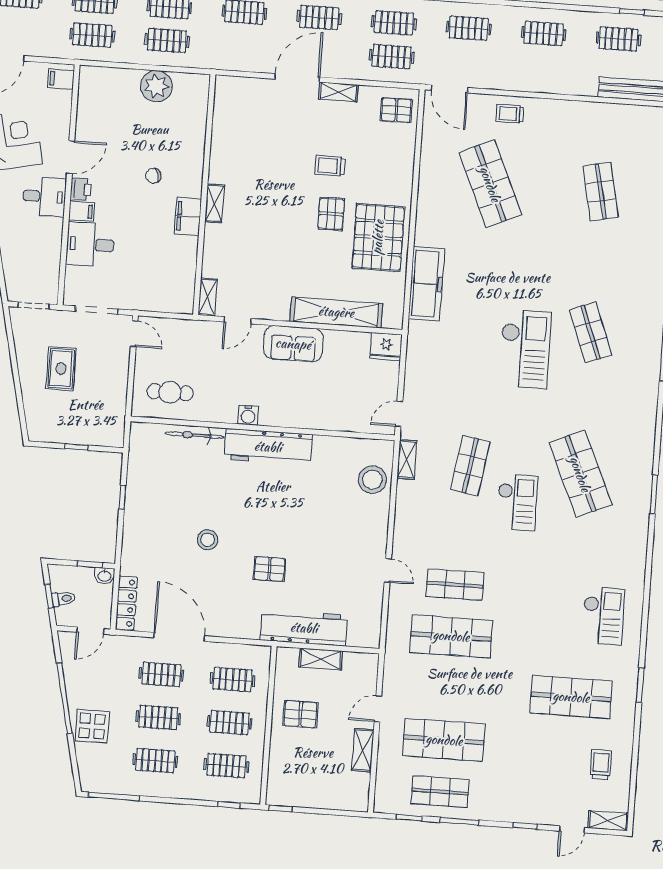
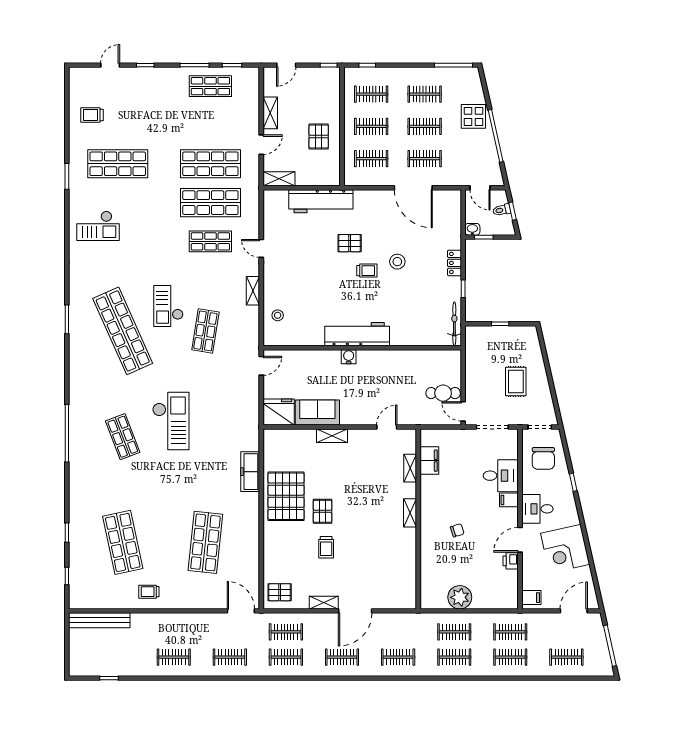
clothes rail: (618, 39) -> (118, 657), removed
trolley: (510, 114) -> (149, 592), moved, turned 180
trolley: (330, 166) -> (326, 547), turned 90
shop shelf: (490, 184) -> (205, 542), turned 30
printer: (81, 189) -> (511, 561), moved
shop shelf: (601, 192) -> (123, 542), width x1.43, depth x1.36
filing cabinet: (188, 216) -> (429, 461), moved
chair: (32, 263) -> (543, 458), added
freezer: (426, 284) -> (250, 472), width x0.73, depth x0.79
shelving: (208, 297) -> (410, 468), moved
shelving: (336, 312) -> (332, 436), width x0.45, depth x0.75
sofa: (293, 344) -> (317, 412), moved
fridge: (386, 347) -> (279, 412), width x1.36, depth x1.34
checkout: (525, 349) -> (171, 421), turned 180
cafe table: (170, 392) -> (443, 393), moved
water cooler: (248, 415) -> (349, 357), moved
bicycle: (195, 435) -> (454, 324), moved, turned -90
shelving: (407, 460) -> (253, 291), moved
shop shelf: (580, 474) -> (123, 331), width x1.40
stool: (372, 480) -> (278, 315), width x0.53, depth x0.53
trolley: (249, 531) -> (367, 271), added
locker: (126, 603) -> (454, 263), moved, width x0.66
checkout: (603, 616) -> (98, 226), turned -90
door: (90, 630) -> (480, 188), swing flipped
shelving: (321, 659) -> (279, 179), moved
pallet: (301, 714) -> (319, 136), turned 90
shop shelf: (444, 740) -> (210, 164), moved
trolley: (601, 764) -> (92, 115), turned 90
door: (337, 812) -> (286, 65), added
shelving: (608, 821) -> (83, 74), removed

